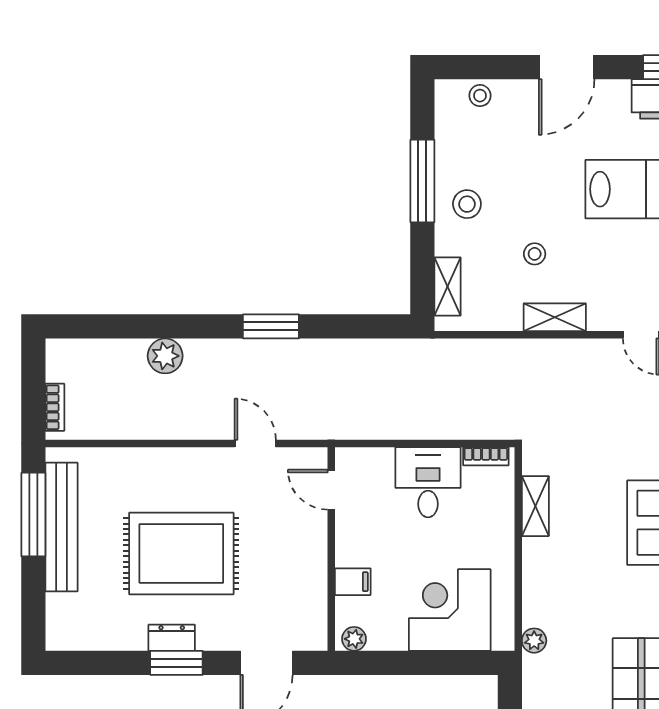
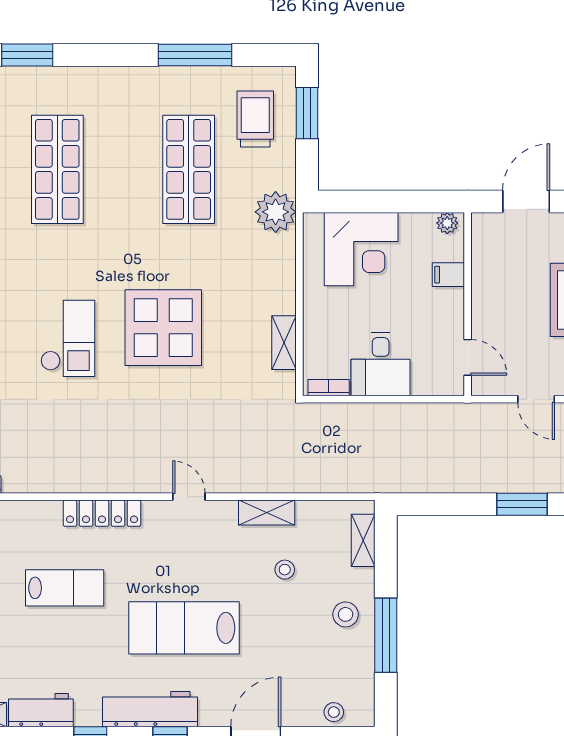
plant: (534, 641) -> (276, 212), width x1.87, depth x1.87

